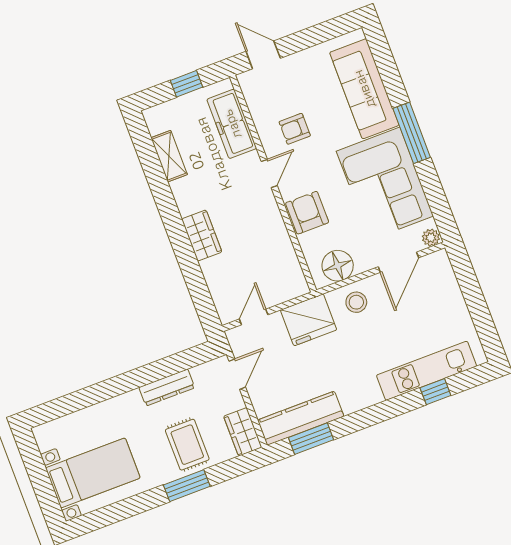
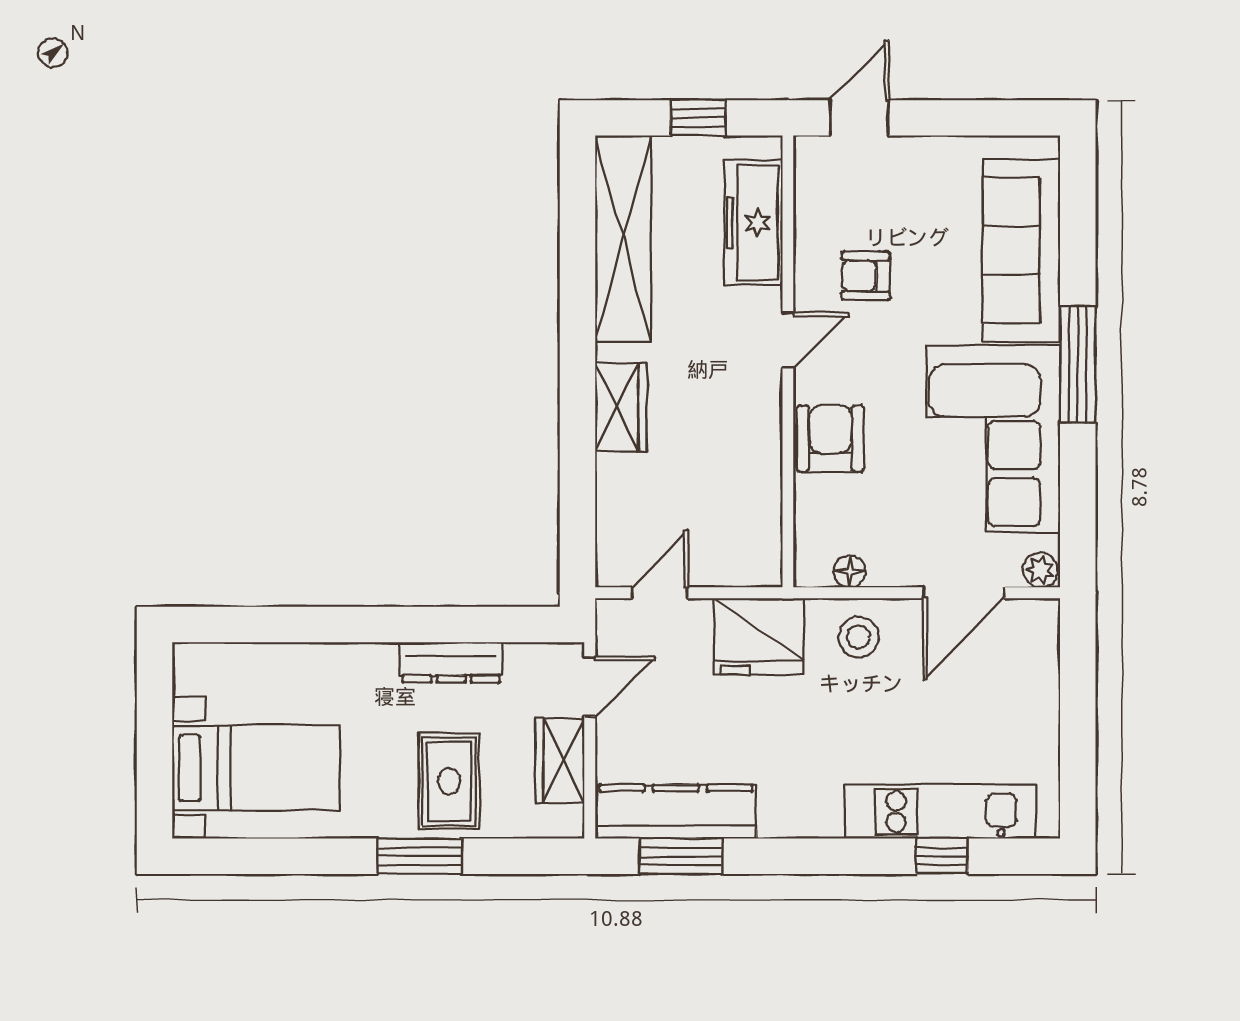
door: (263, 55) -> (859, 118), hinge flipped
shelving: (169, 156) -> (623, 239), width x2.20, depth x1.33
floor lamp: (338, 266) -> (849, 571), width x0.53, depth x0.53
wardrobe: (243, 432) -> (560, 761), moved

